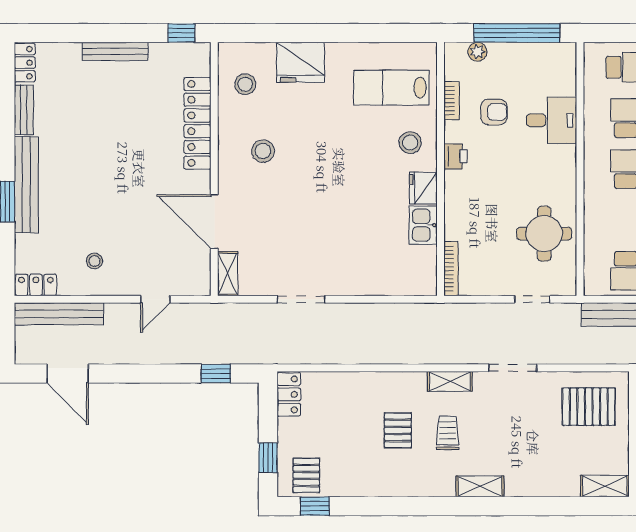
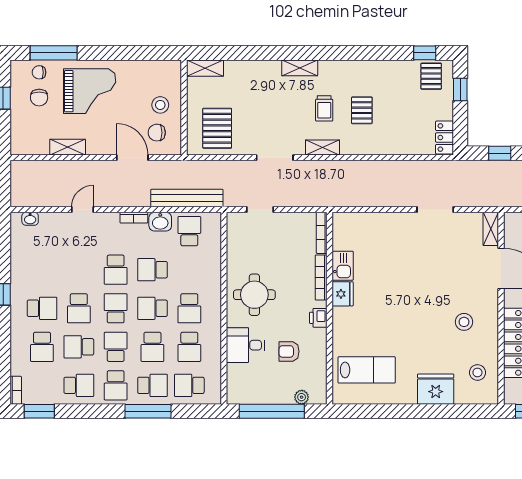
bookcase: (452, 101) -> (321, 278), moved, width x1.56
stool: (410, 143) -> (353, 328), removed
round table: (544, 234) -> (254, 295), moved
pallet: (589, 407) -> (217, 128), turned 90

